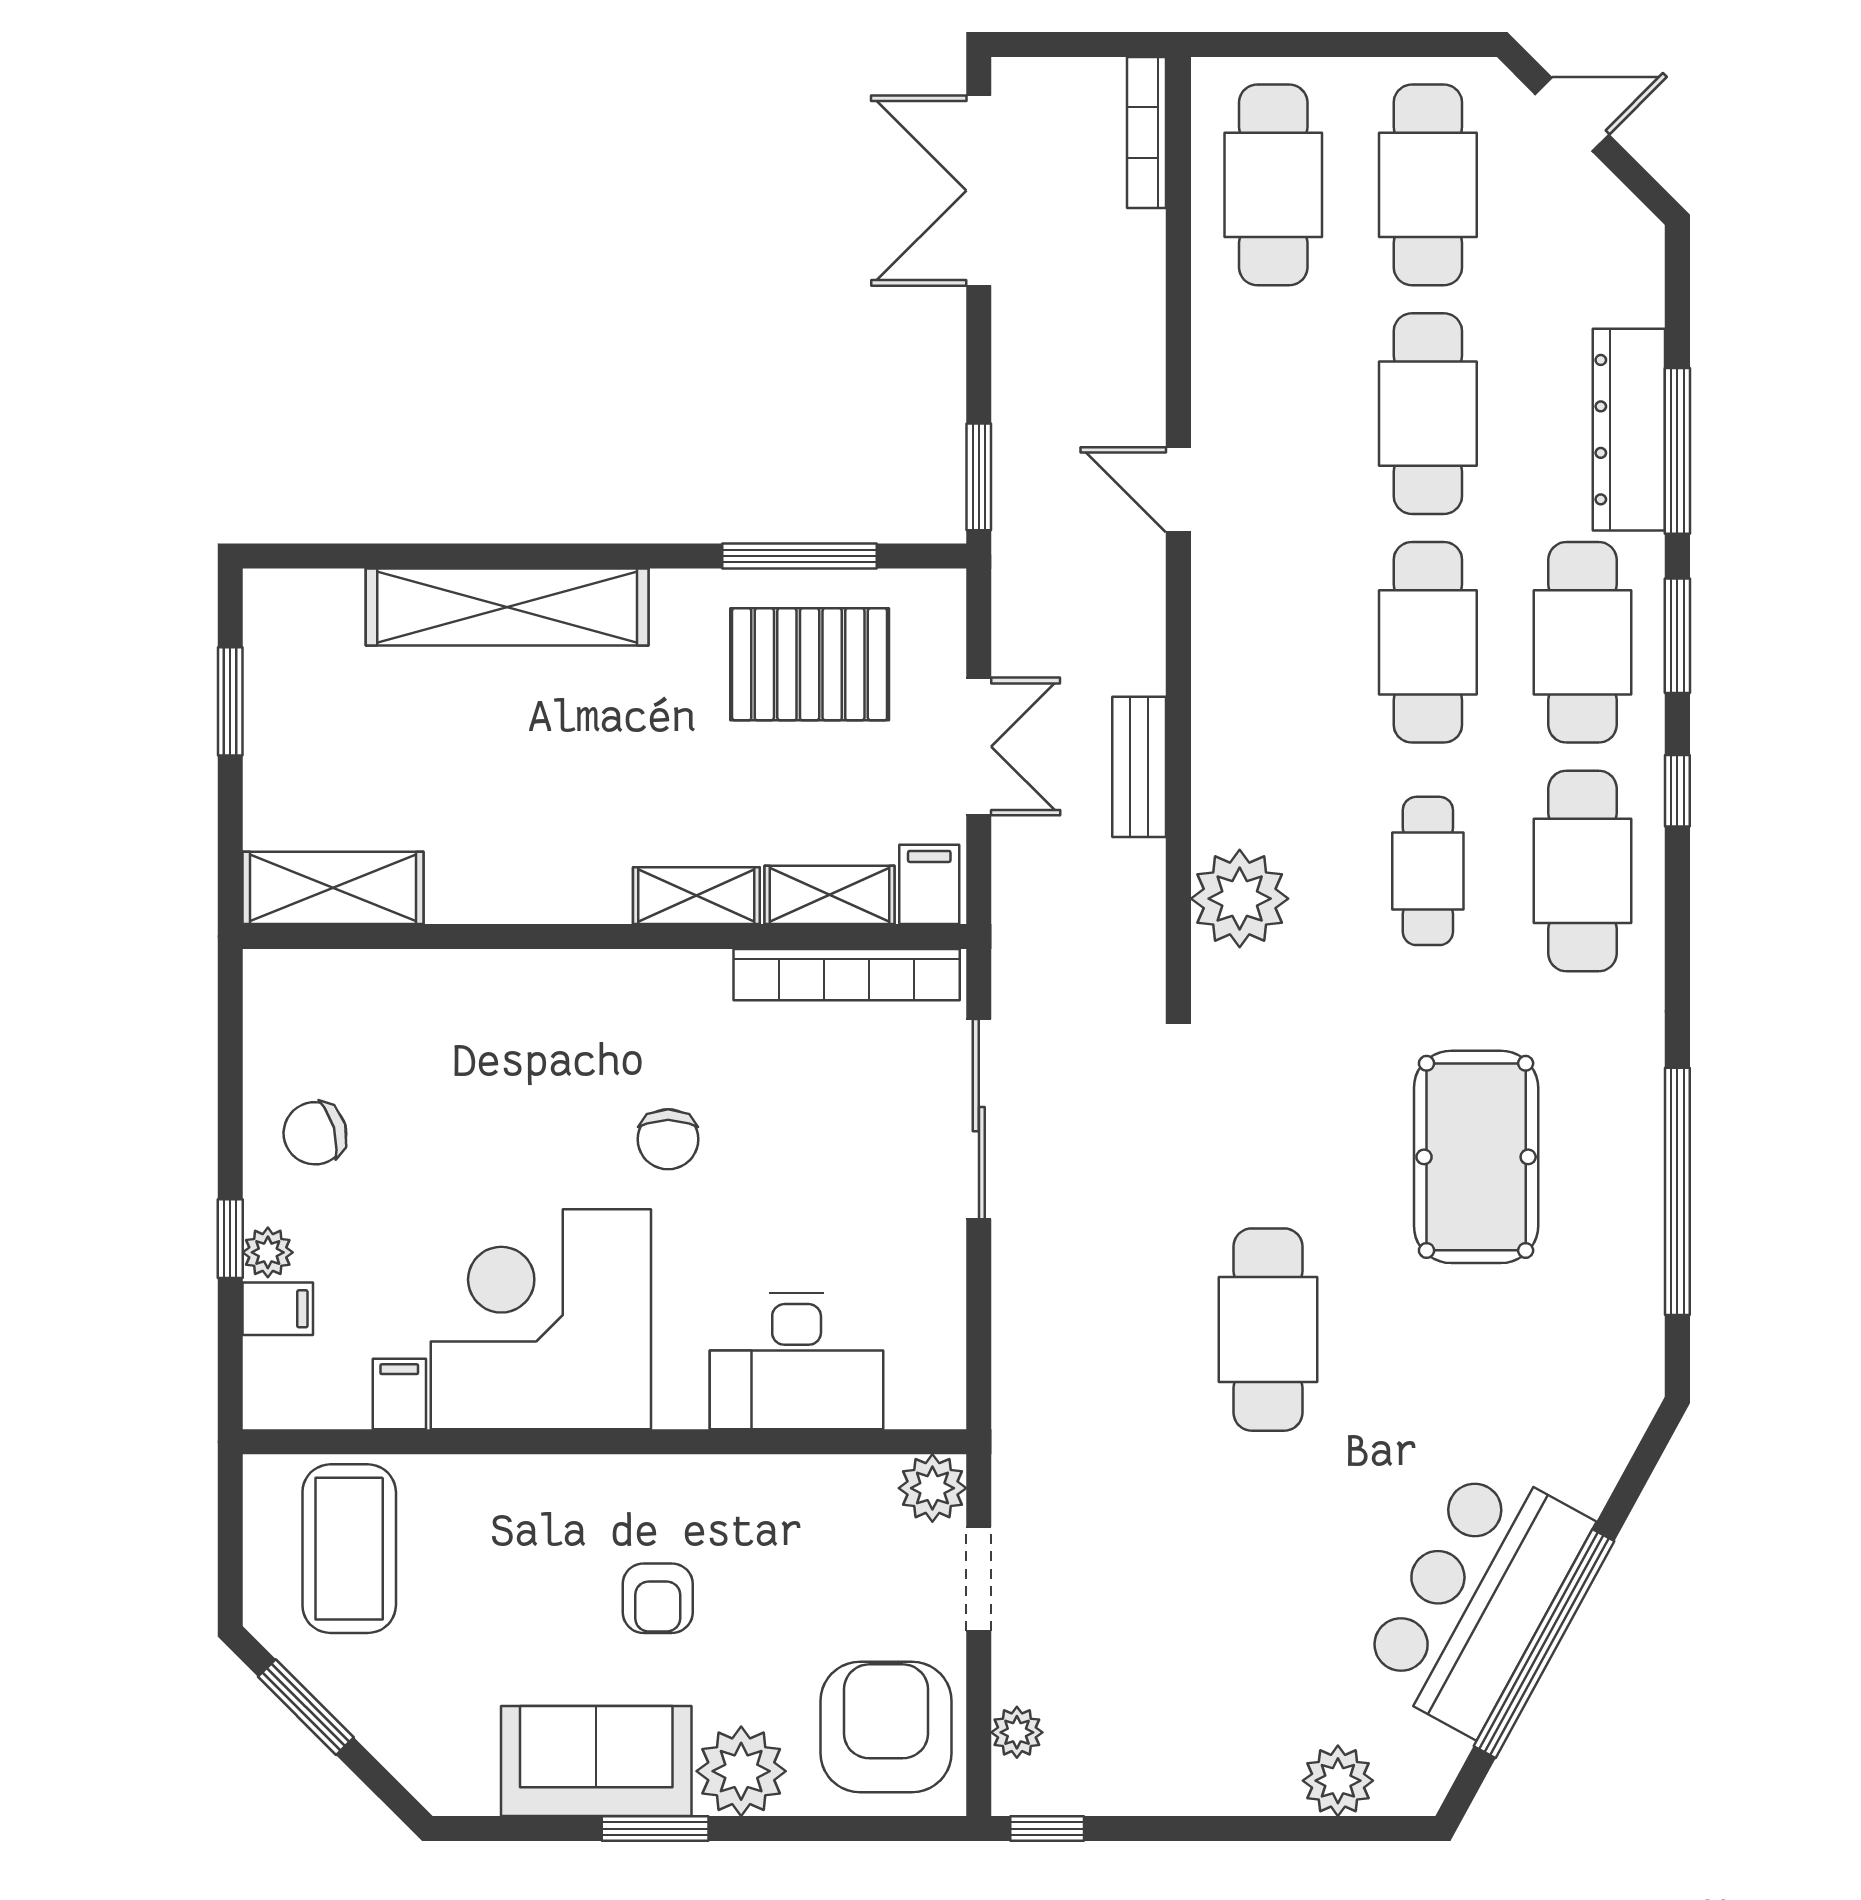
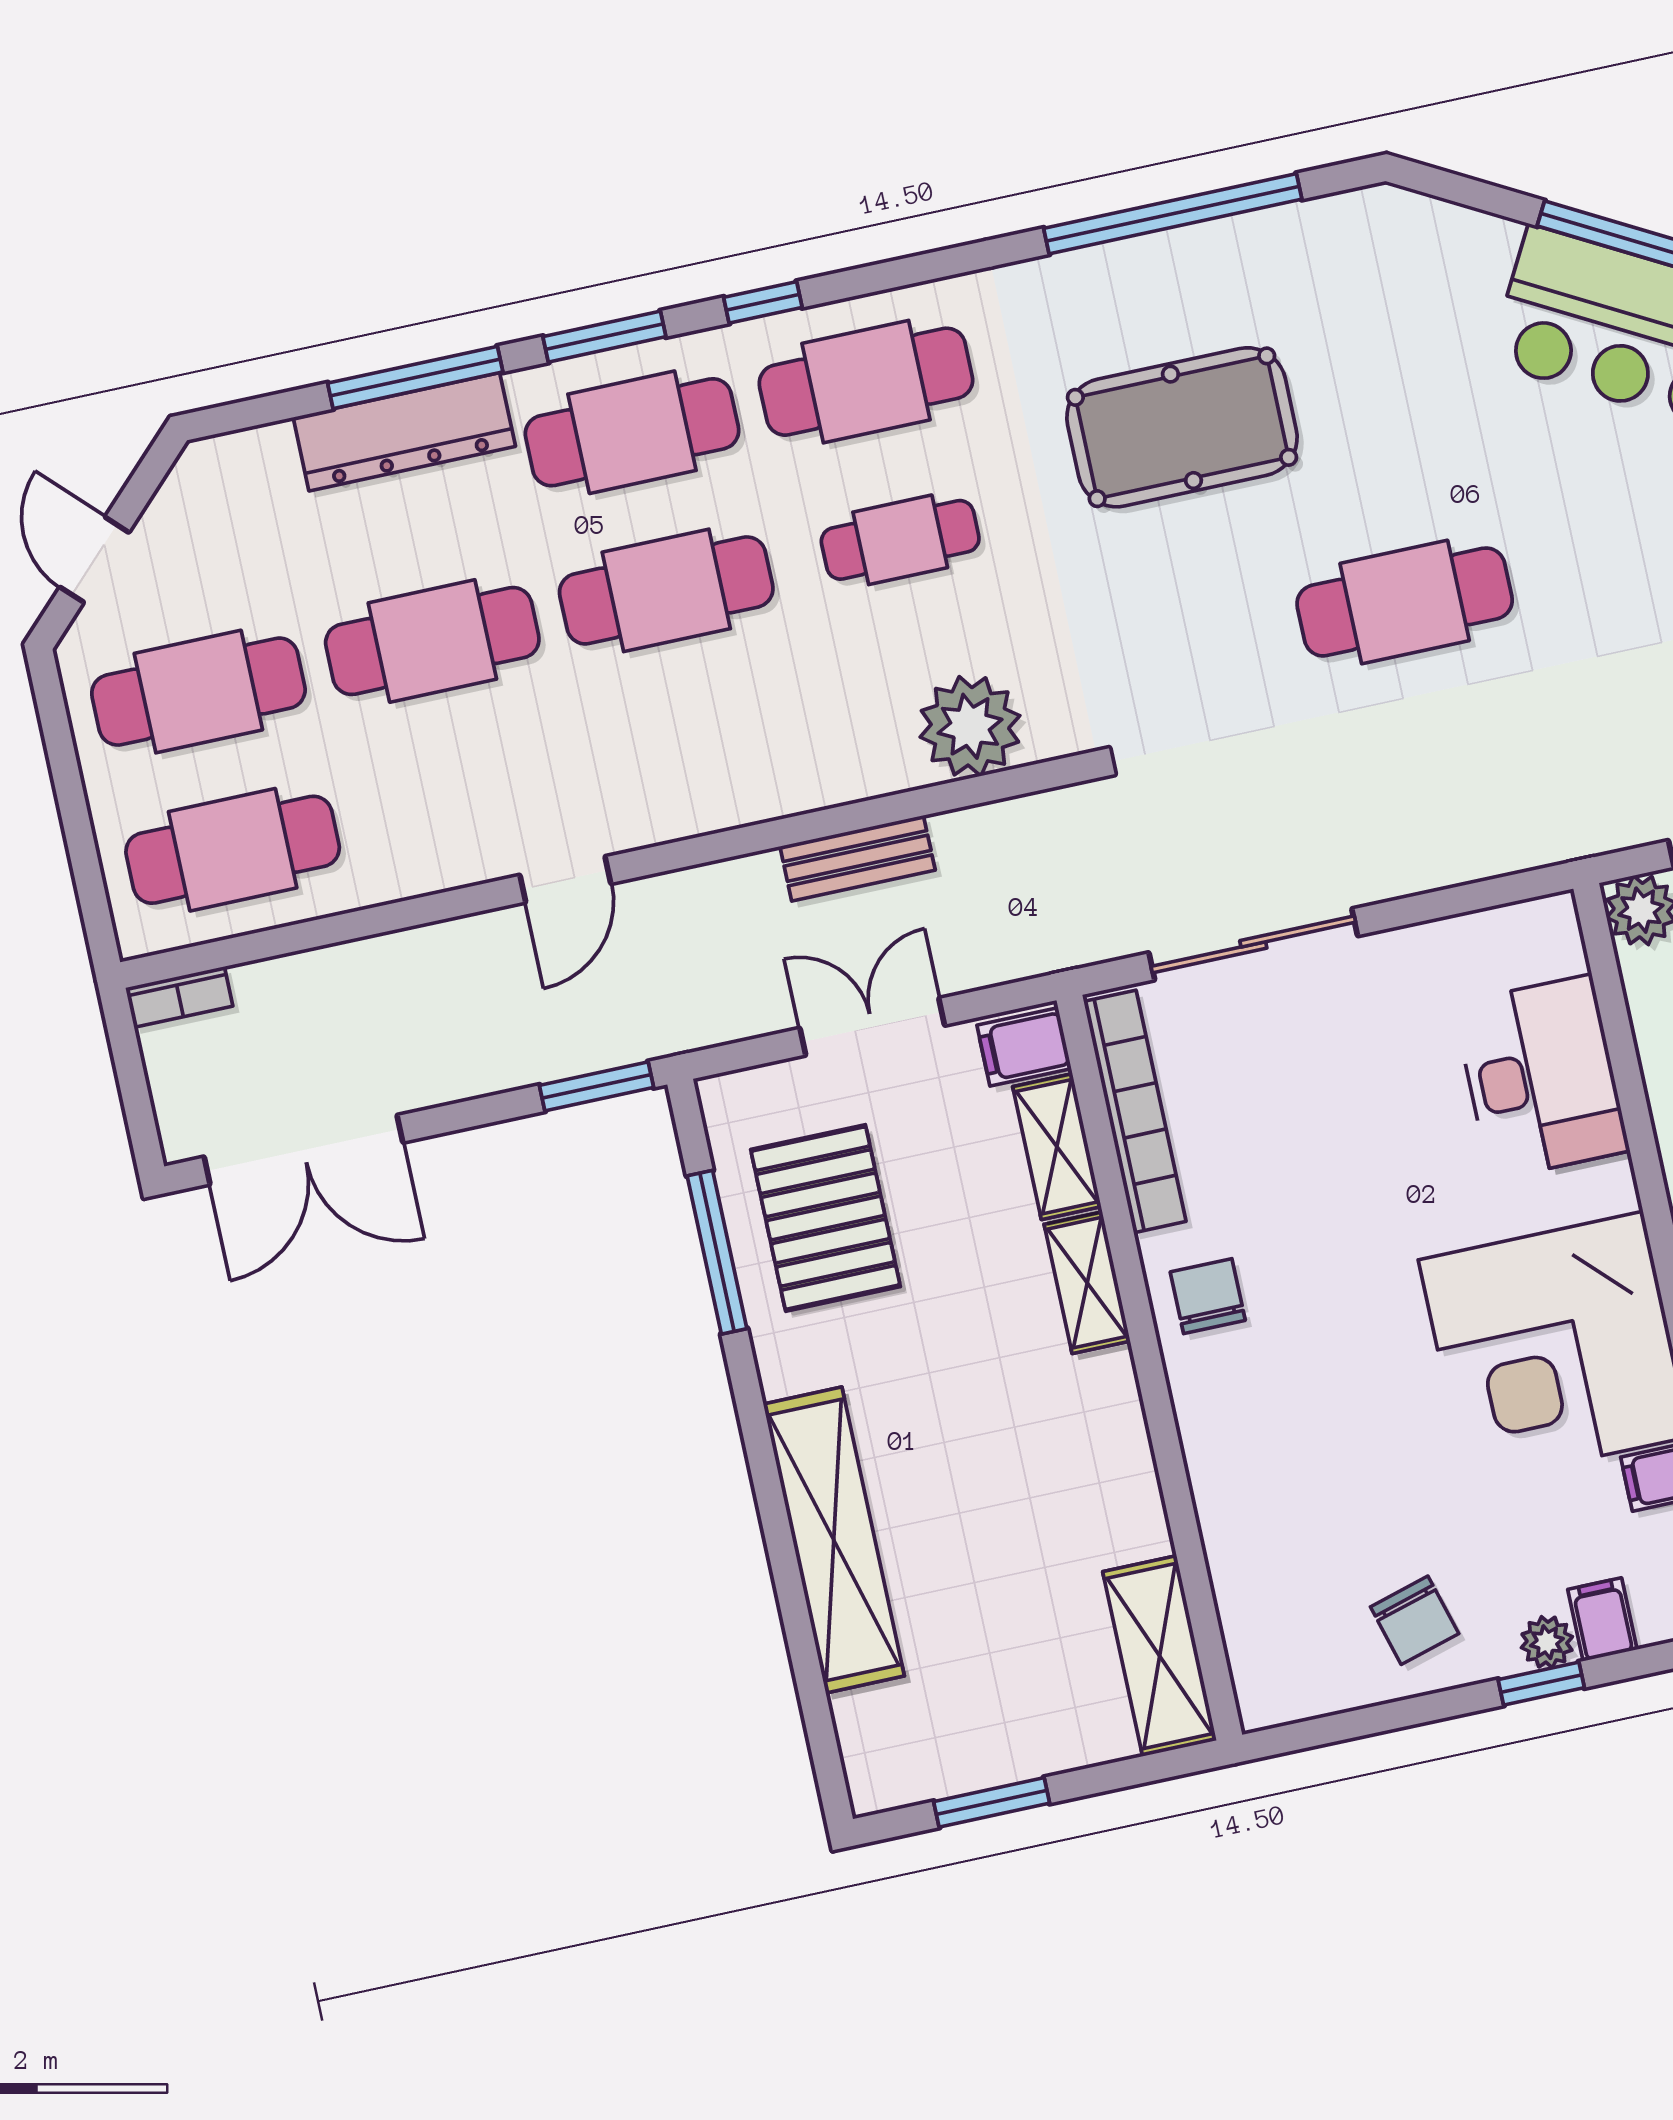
bookcase: (1147, 133) -> (179, 997), width x0.64
chair: (668, 1139) -> (1208, 1296), moved, turned -90

